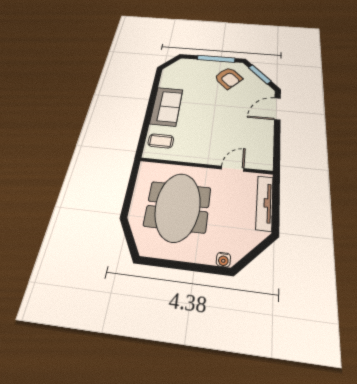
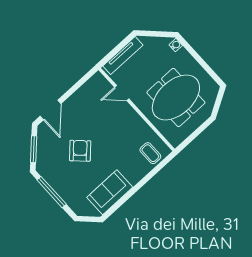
armchair: (228, 78) -> (80, 151), moved
sofa: (166, 106) -> (110, 192), moved
door: (277, 109) -> (51, 110), hinge flipped

